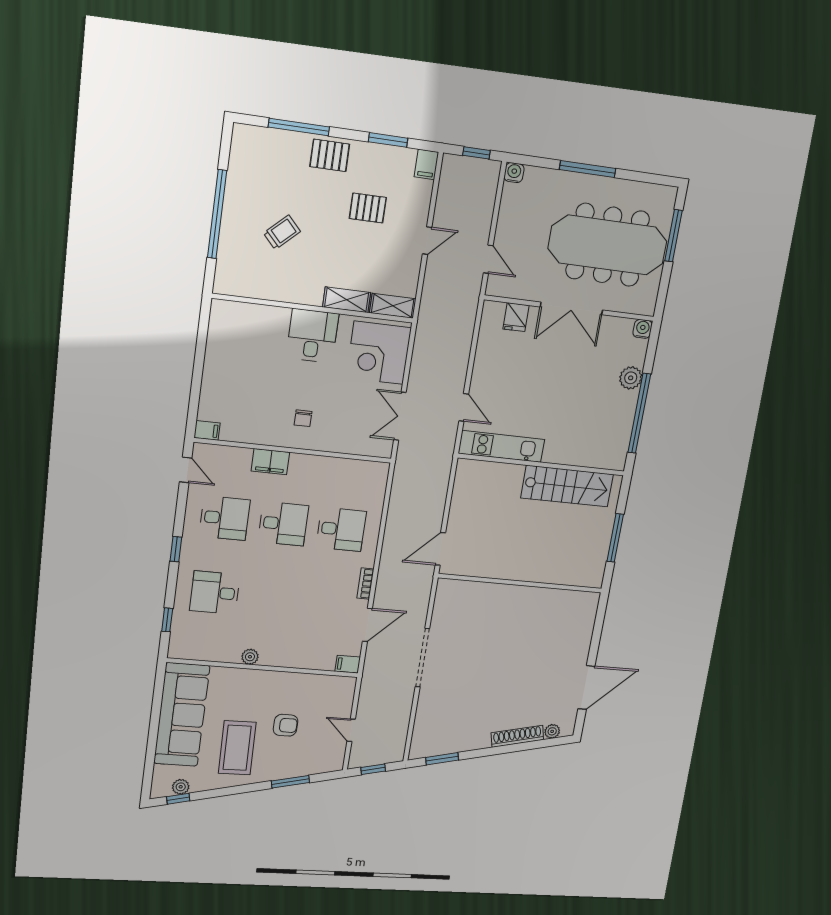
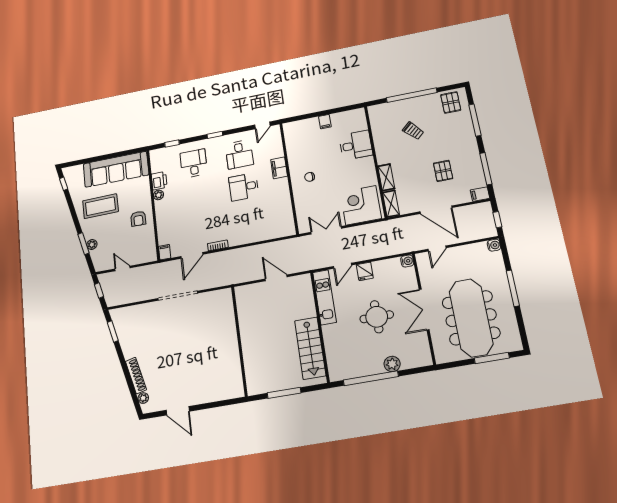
window: (388, 140) -> (486, 169), width x1.44
pallet: (330, 155) -> (451, 102), moved
door: (427, 241) -> (436, 210), width x1.88
fridge: (516, 317) -> (365, 271), moved, turned -90
water cooler: (643, 329) -> (407, 261), moved
desk: (312, 336) -> (356, 145), moved
round table: (557, 380) -> (377, 317), added
filing cabinet: (207, 430) -> (325, 122), moved
desk: (283, 524) -> (244, 187), turned 90
desk: (341, 529) -> (248, 220), removed
door: (440, 549) -> (276, 278), moved
door: (367, 625) -> (192, 255), hinge flipped
printer: (226, 651) -> (159, 181), added
door: (586, 688) -> (178, 411), width x0.73
armchair: (286, 725) -> (138, 219), moved
door: (351, 730) -> (122, 268), hinge flipped
plant: (181, 787) -> (92, 244), moved

